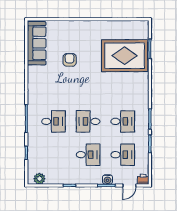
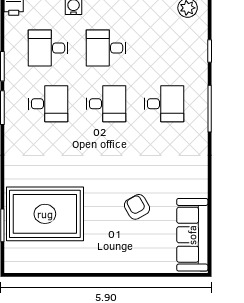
armchair: (70, 60) -> (137, 207), turned 150
desk: (53, 121) -> (164, 104), turned 180
desk: (123, 121) -> (48, 104), turned 180

